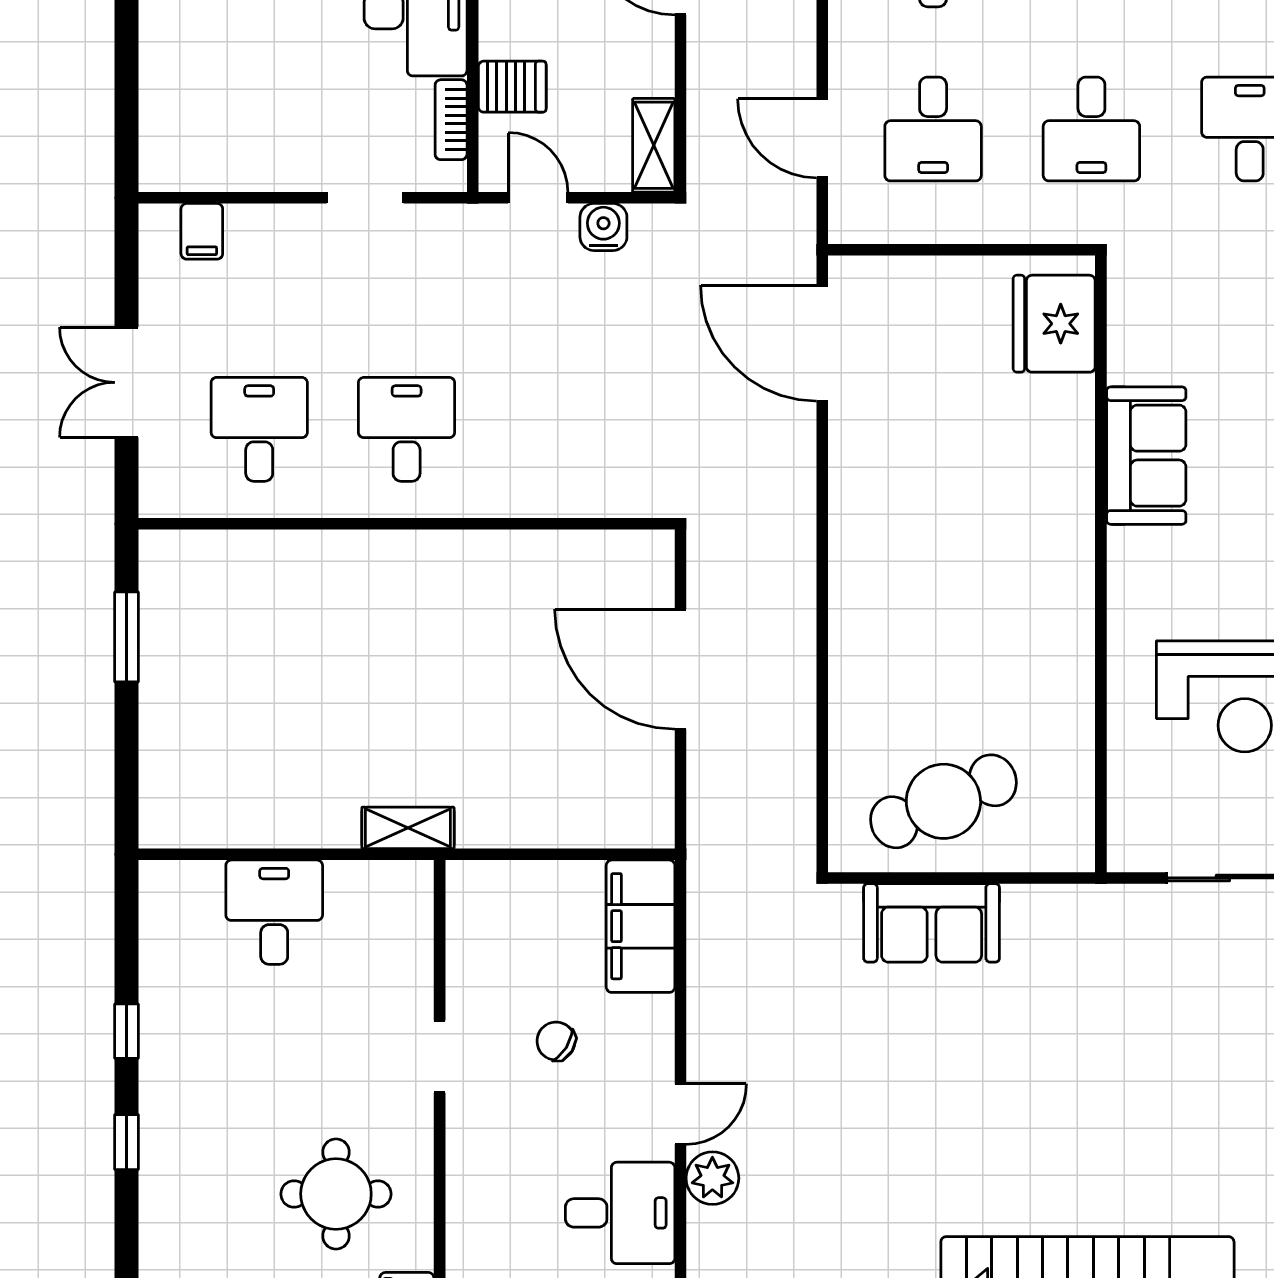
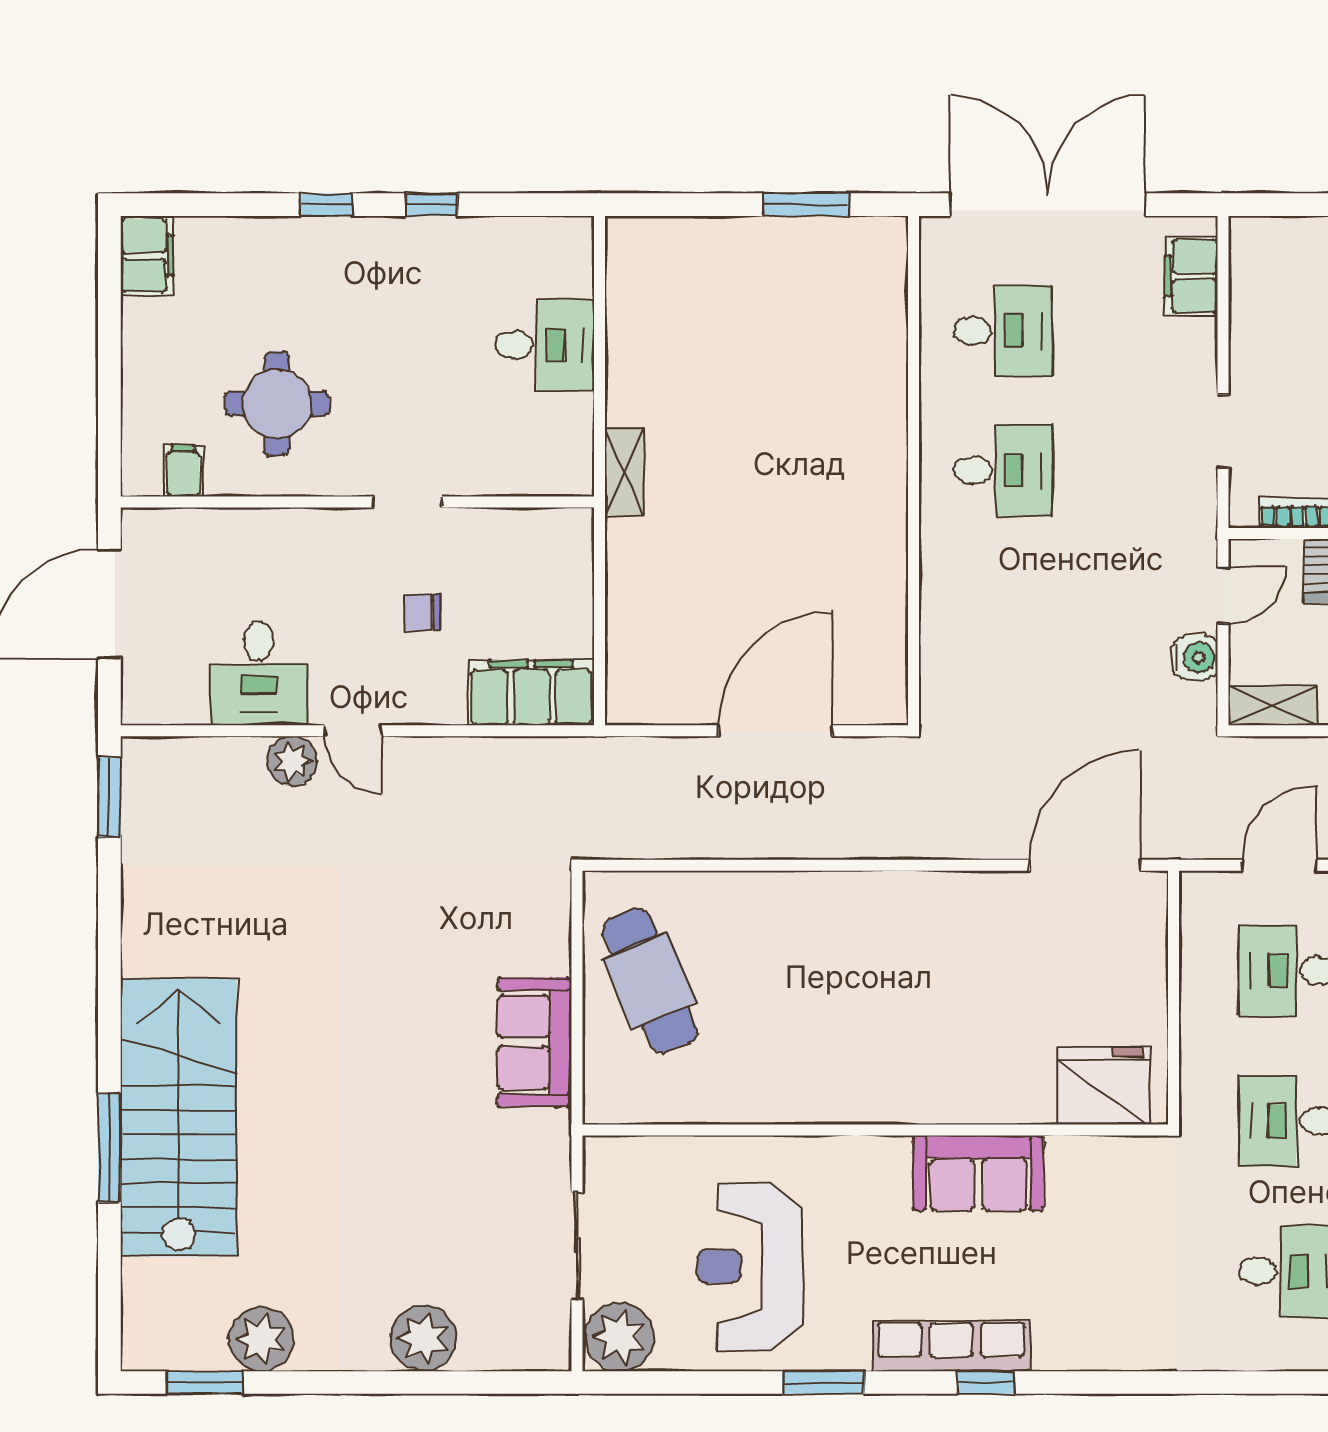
filing cabinet: (202, 231) -> (1191, 276), width x2.00
double door: (126, 382) -> (1048, 205), width x1.87
sofa: (932, 923) -> (534, 1042), moved
chair: (556, 1041) -> (422, 613), turned -122

